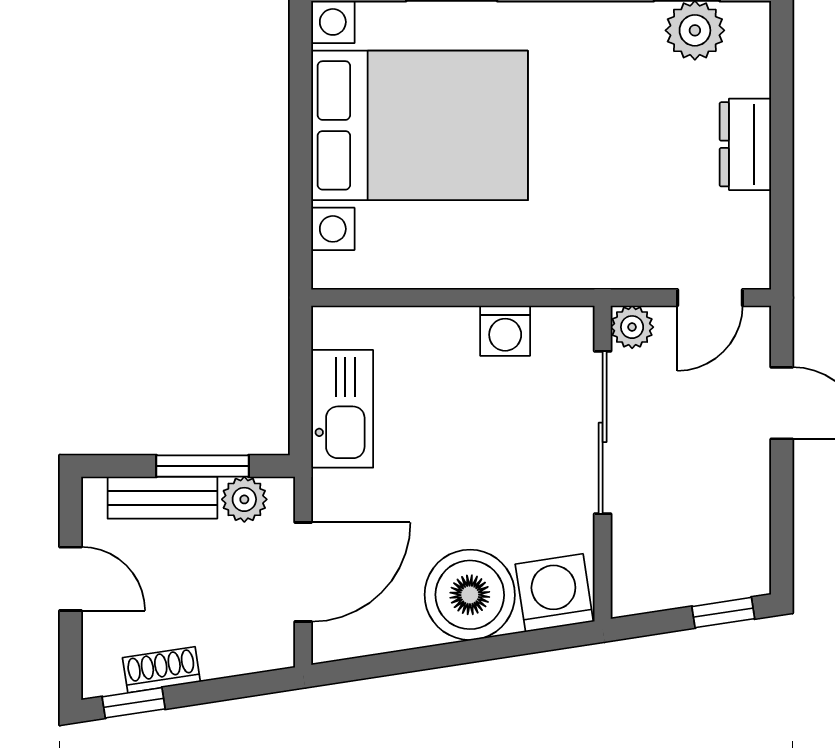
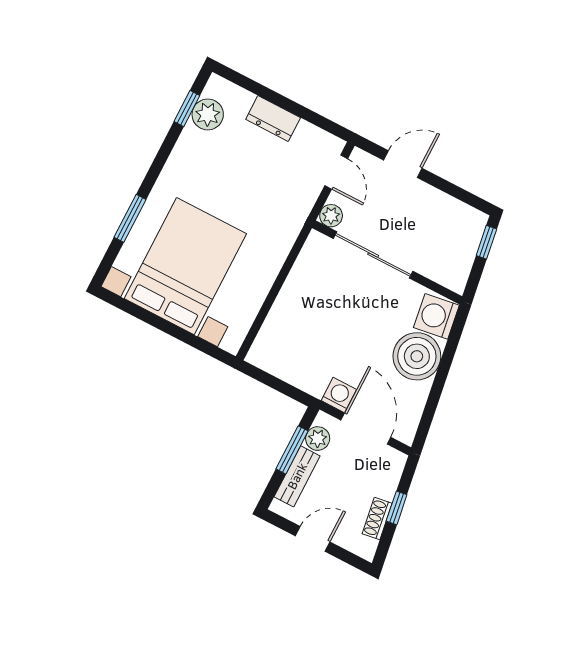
washing machine: (505, 331) -> (339, 395), moved, turned -90
kitchen sink: (342, 409) -> (299, 371), removed
window: (134, 703) -> (397, 508), moved

